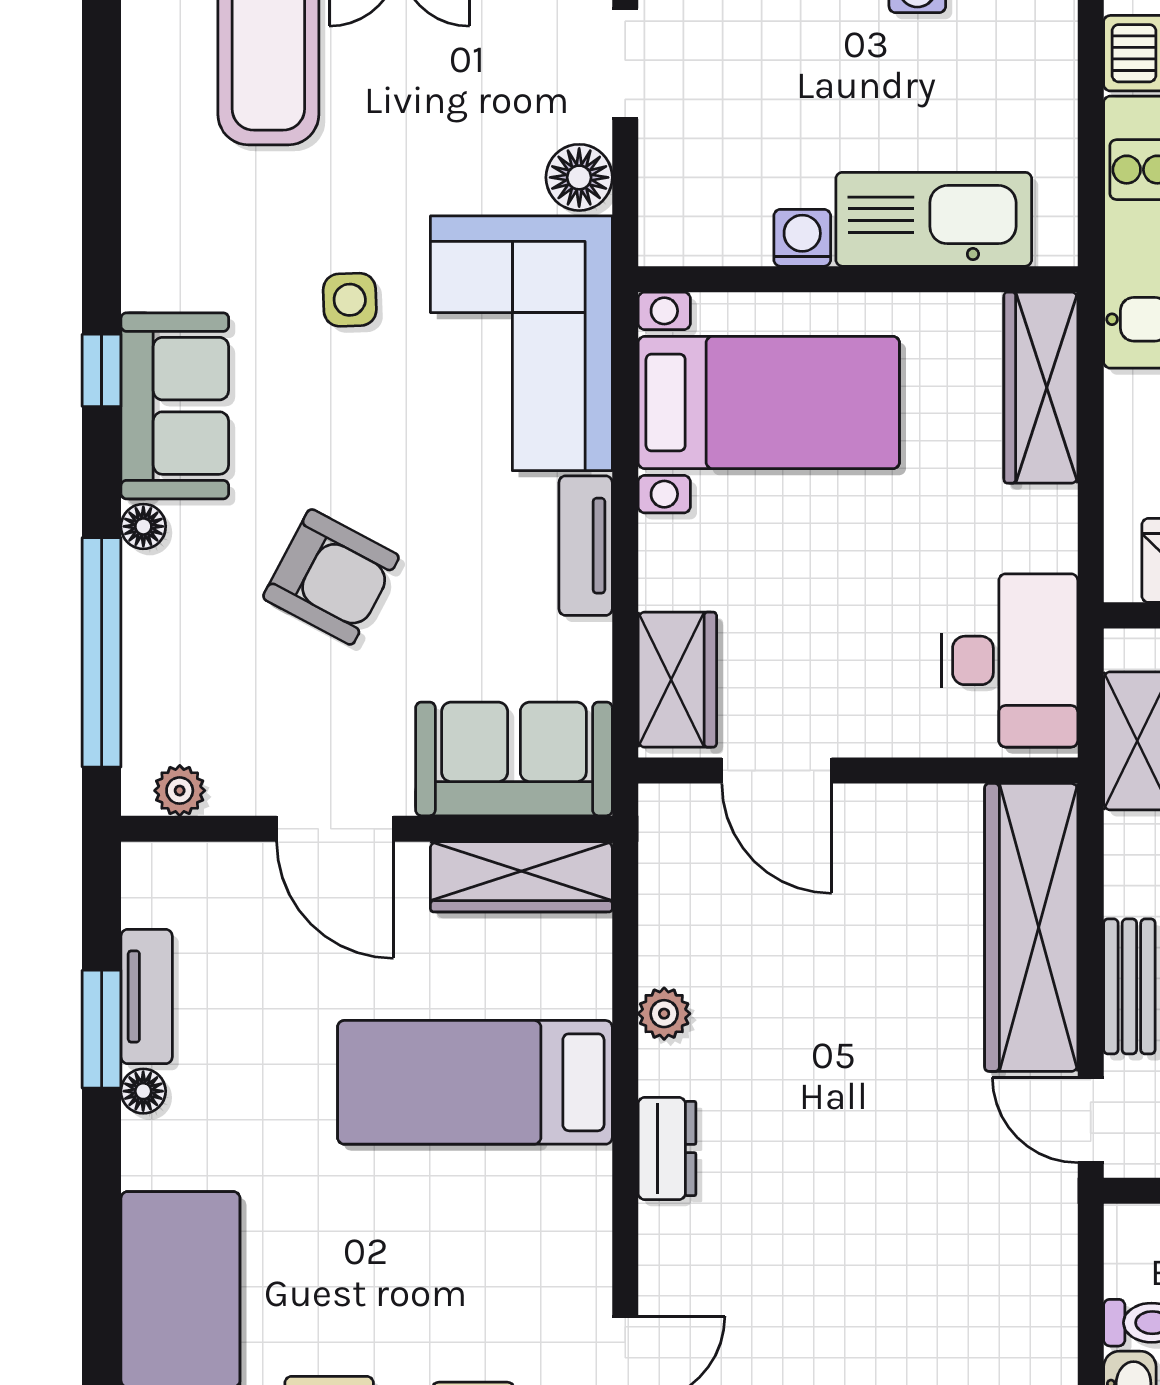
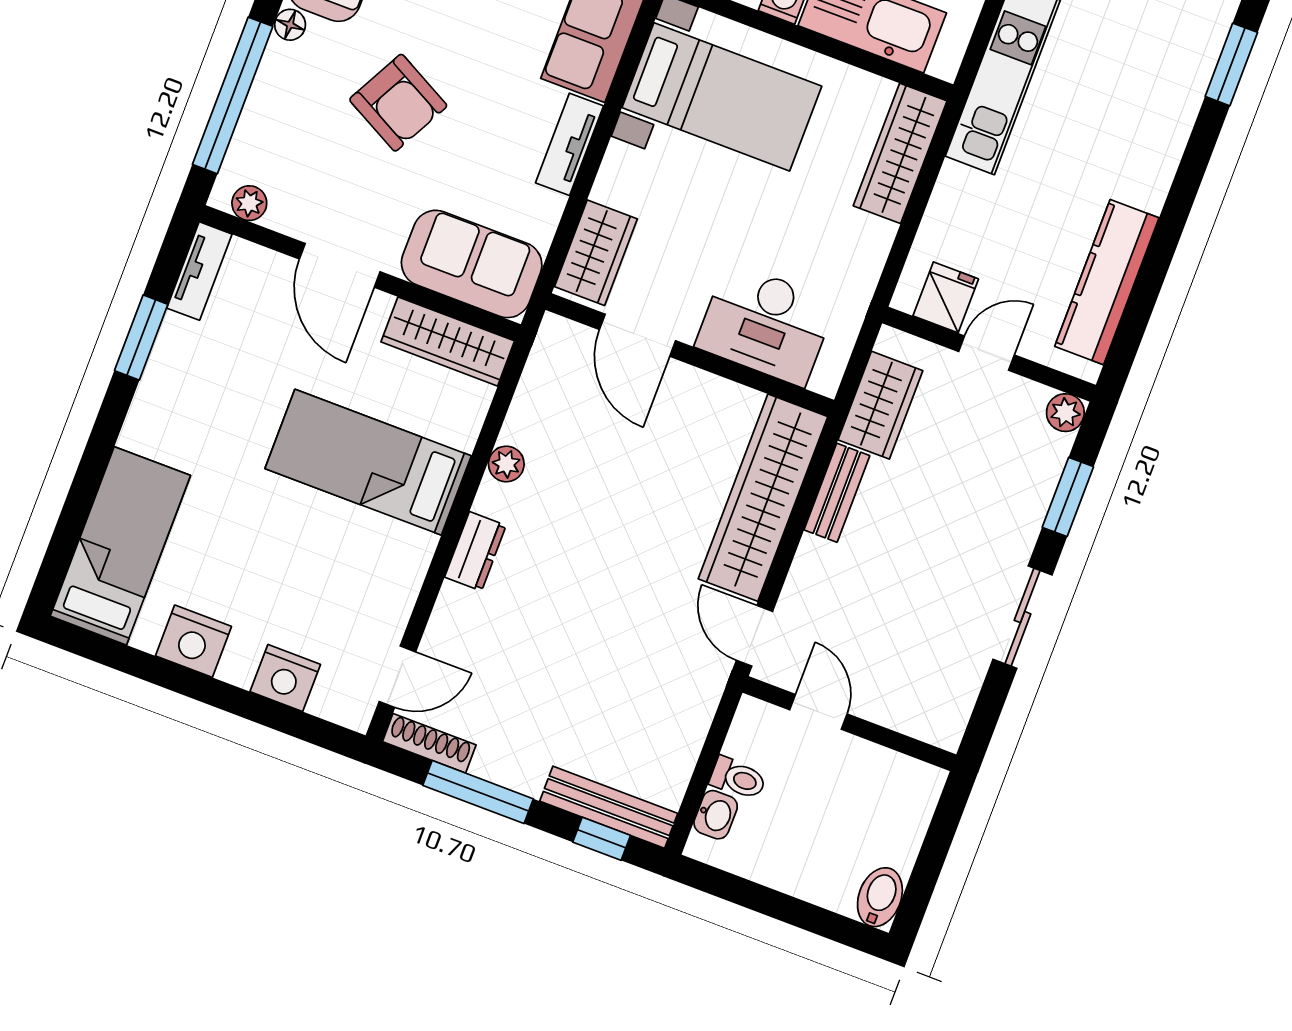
desk: (1010, 660) -> (766, 324), moved, turned 90
bench: (1129, 986) -> (837, 493), moved
tv unit: (147, 997) -> (199, 271), moved
floor lamp: (143, 1091) -> (153, 387), removed

